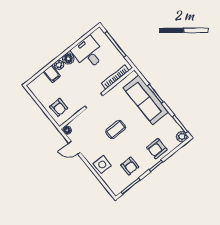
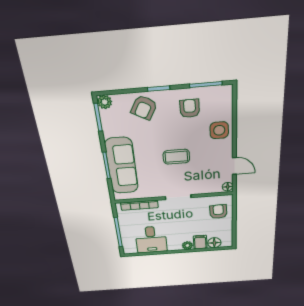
floor lamp: (68, 59) -> (214, 243), moved
armchair: (157, 149) -> (144, 108), turned 119

